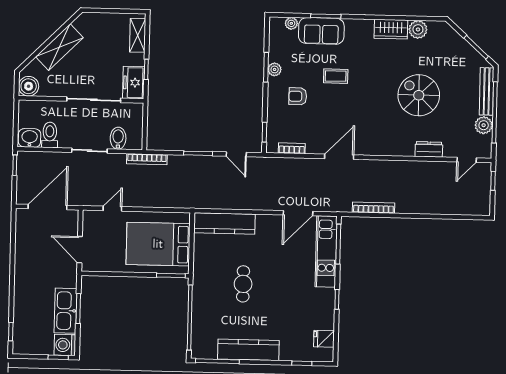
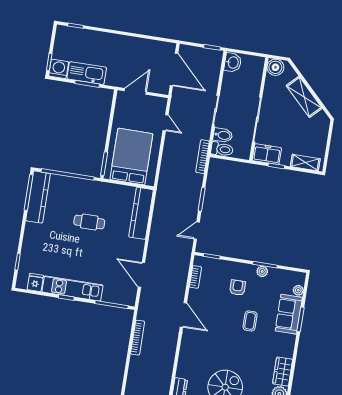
toilet: (50, 135) -> (222, 149), moved
kitchen unit: (326, 251) -> (72, 288), moved
kitchen counter: (248, 350) -> (38, 197), moved

